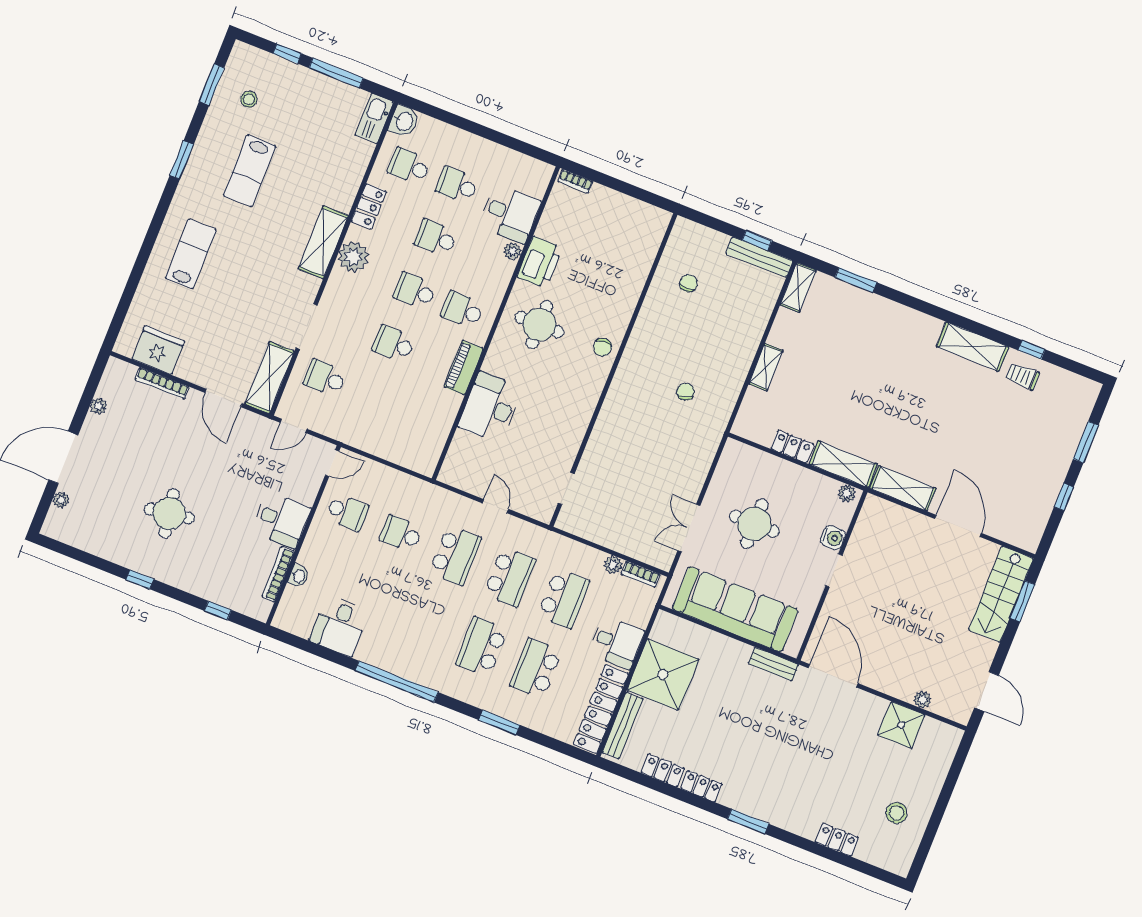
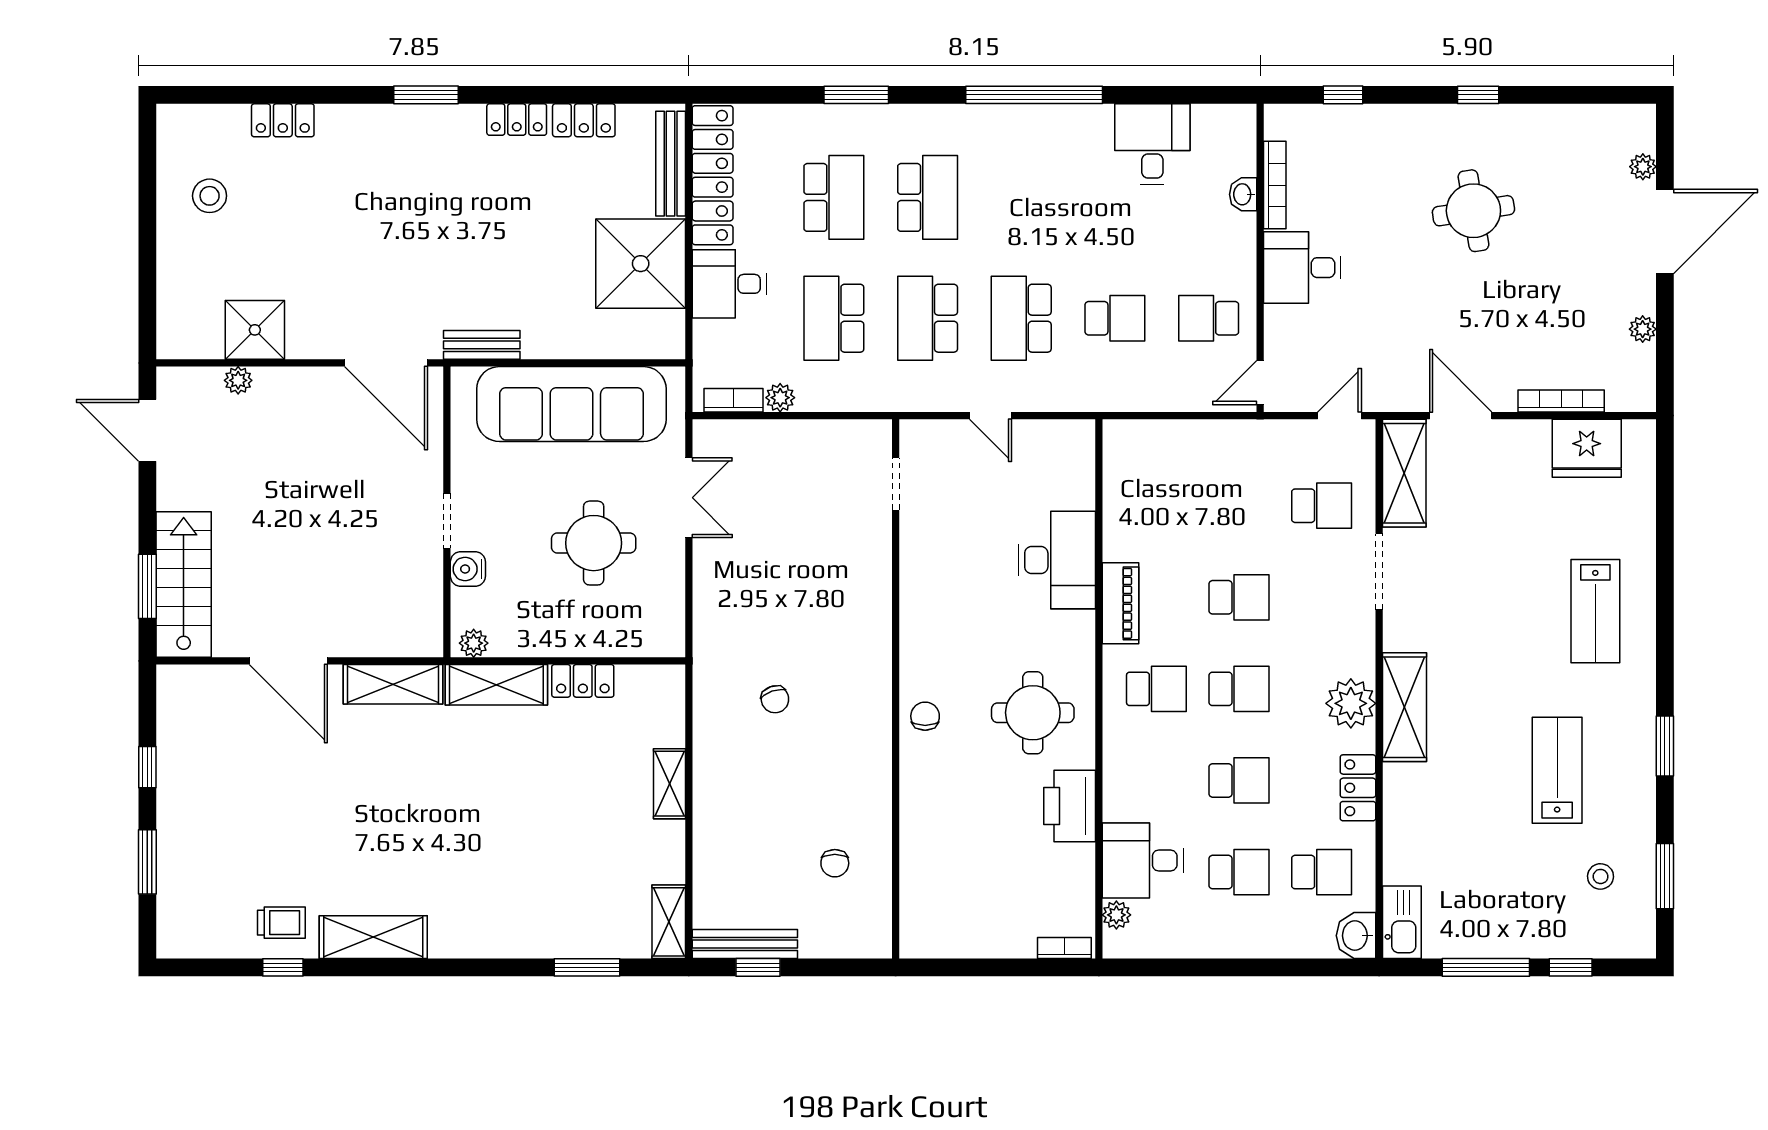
plant: (513, 251) -> (1116, 915), moved

